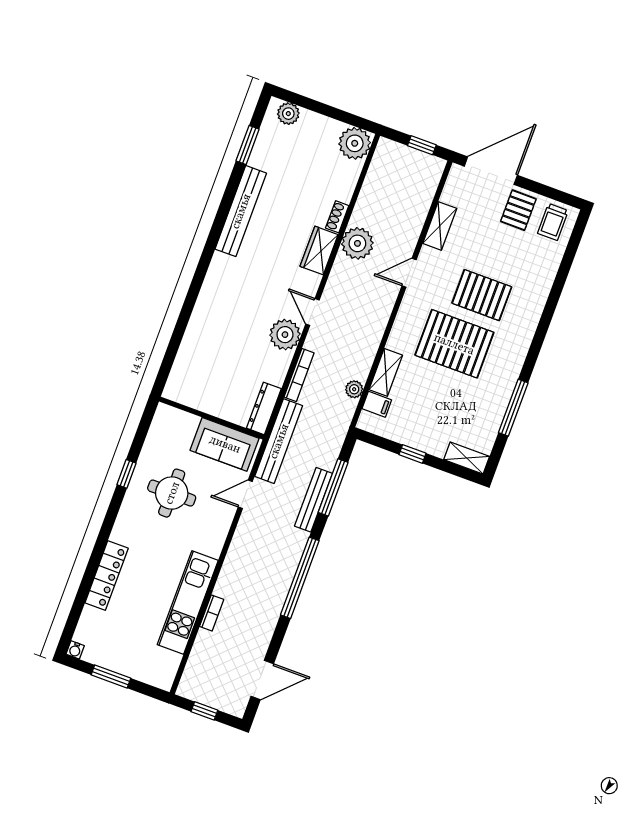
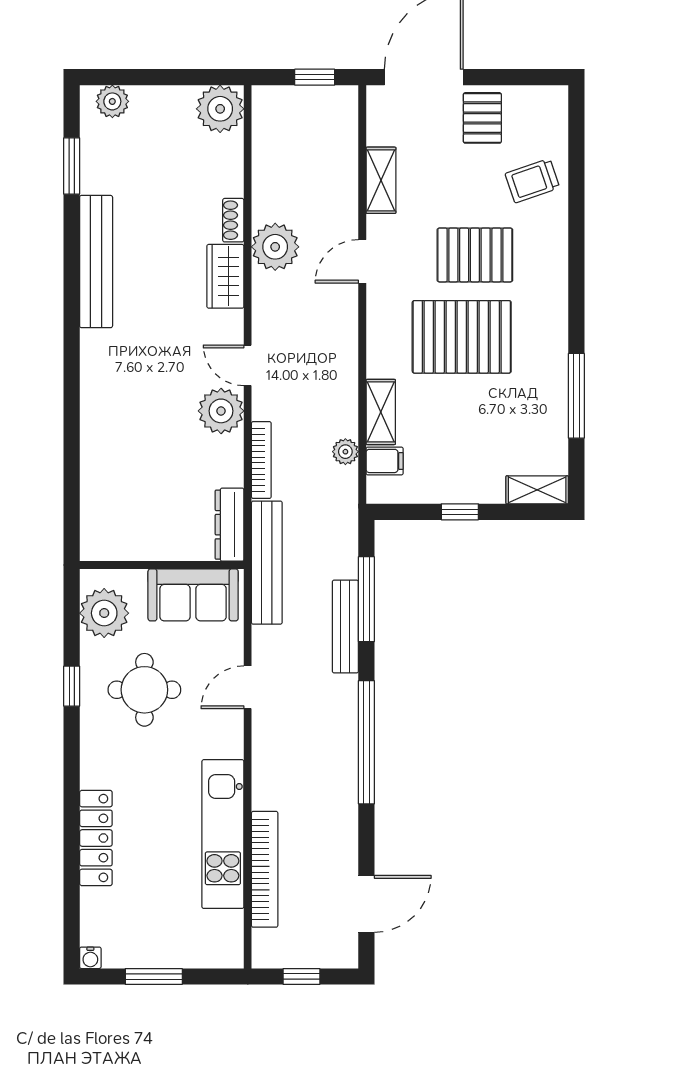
trolley: (553, 222) -> (532, 181), moved, turned 71
plant: (164, 435) -> (104, 613), added
door: (245, 494) -> (248, 687), moved
bookcase: (212, 613) -> (265, 869), width x2.31, depth x1.31

